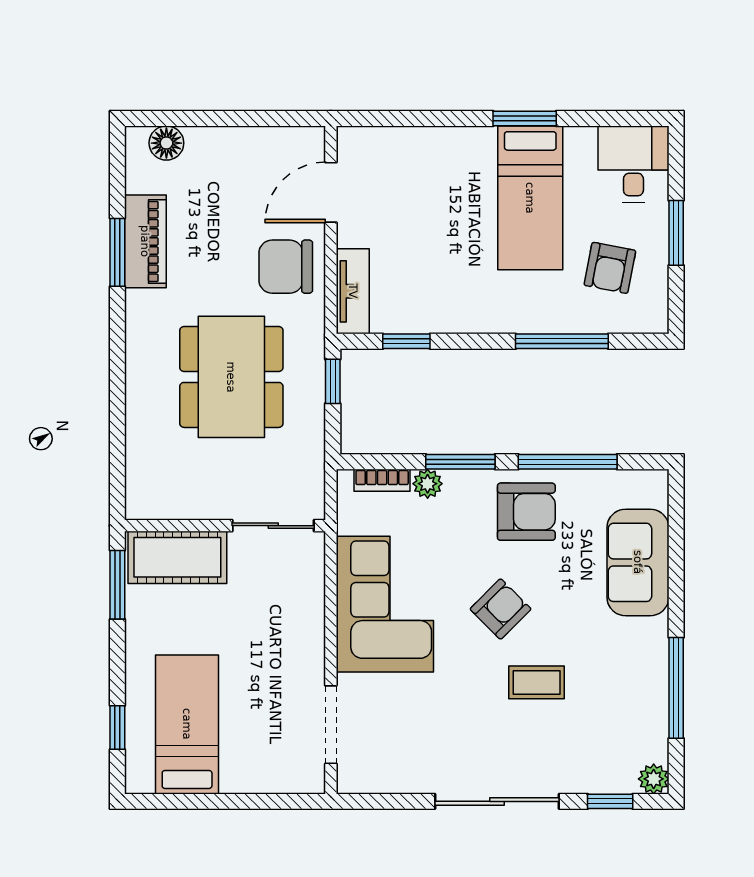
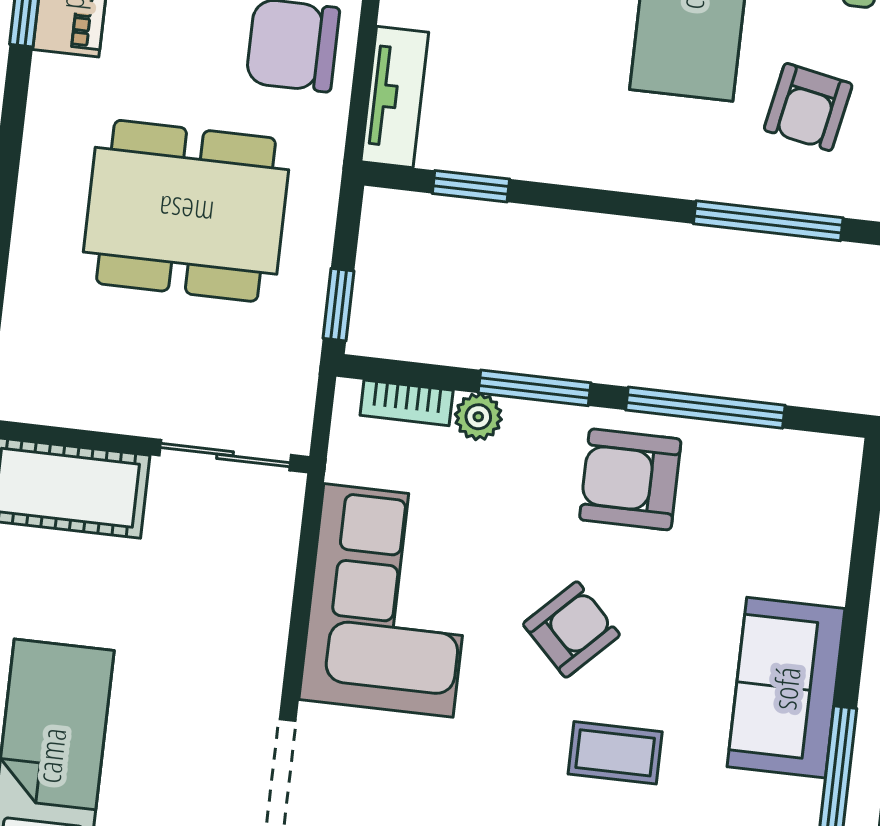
window: (562, 341) -> (768, 221), moved
dining table: (231, 377) -> (186, 211), turned 90
window: (333, 381) -> (339, 305), moved
armchair: (526, 512) -> (630, 479), turned 180
sofa: (638, 562) -> (786, 688), moved

